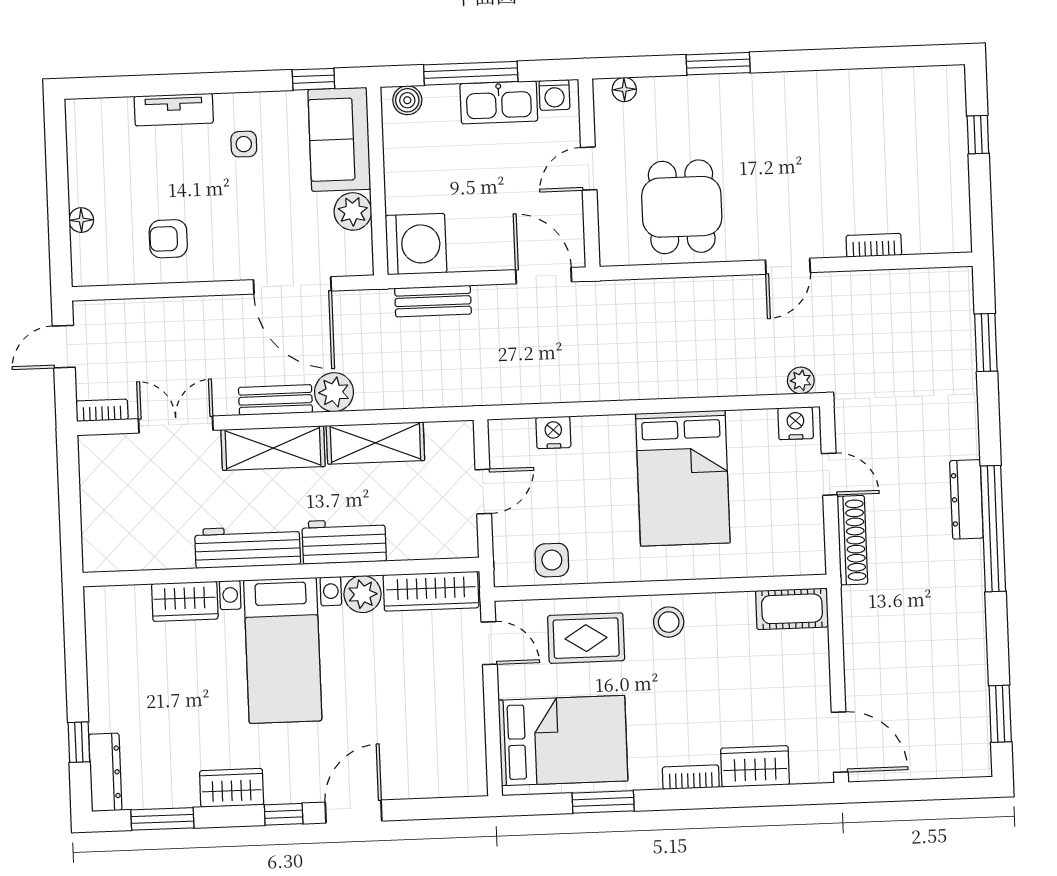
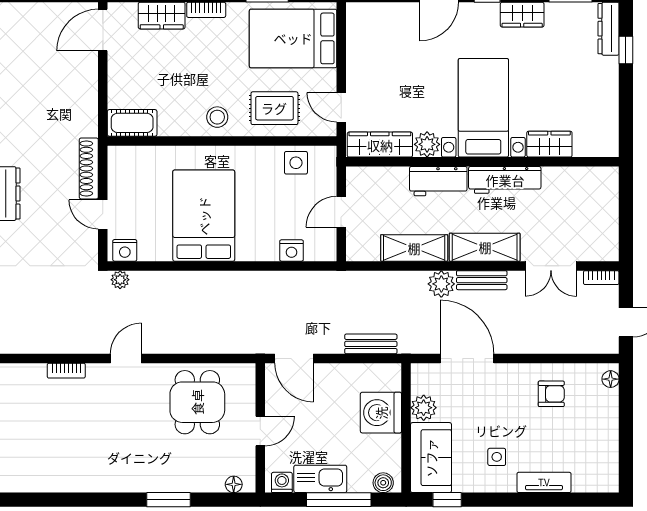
floor lamp: (81, 220) -> (611, 379), moved
washing machine: (416, 244) -> (381, 413), moved
door: (840, 742) -> (103, 30), hinge flipped

